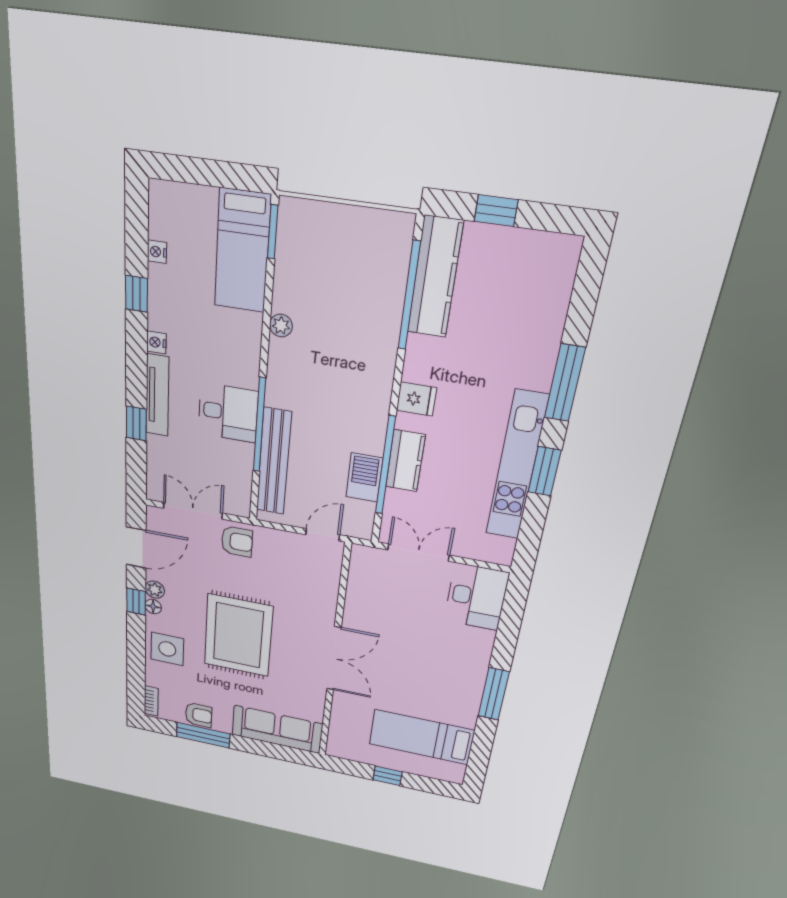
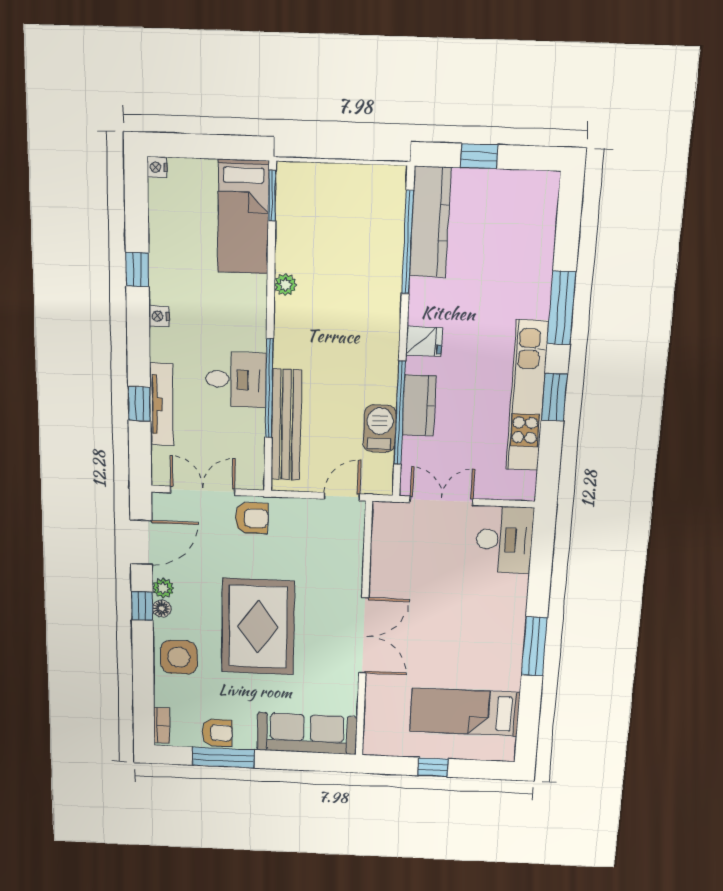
nightstand: (157, 252) -> (157, 167), moved
tv unit: (157, 395) -> (162, 404), moved

